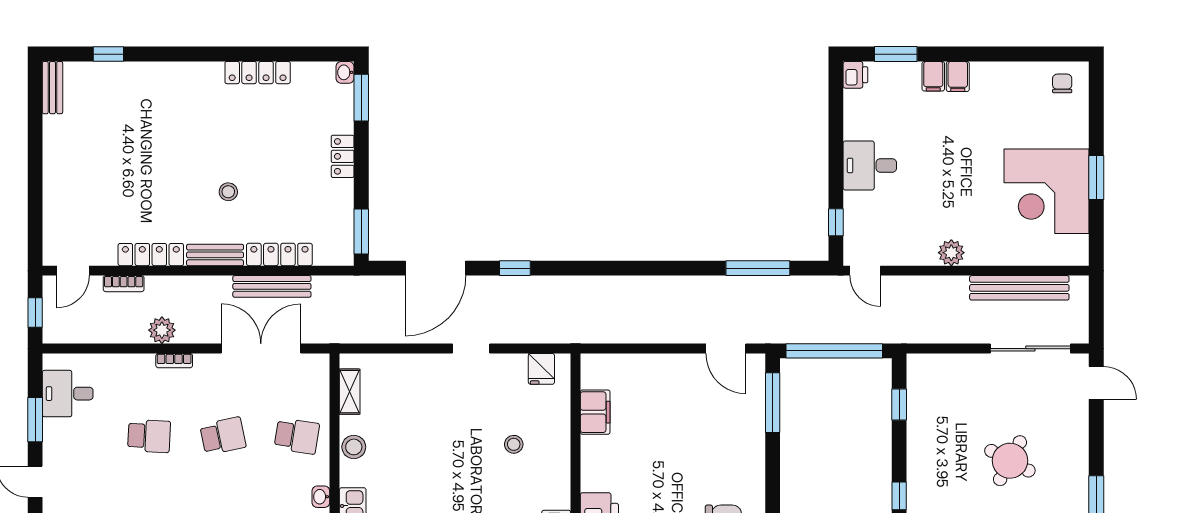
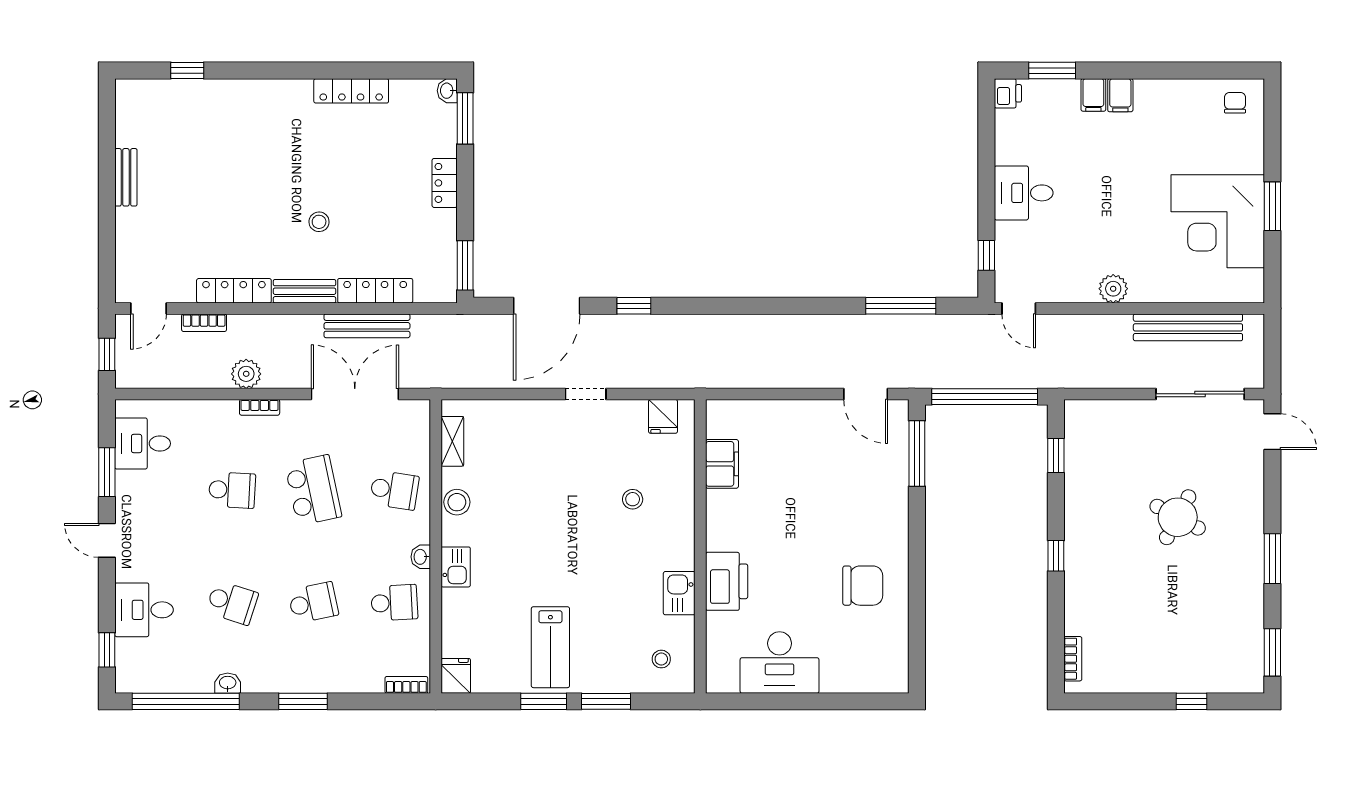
bench: (52, 88) -> (126, 177), moved
school desk: (223, 436) -> (313, 490), width x1.85

